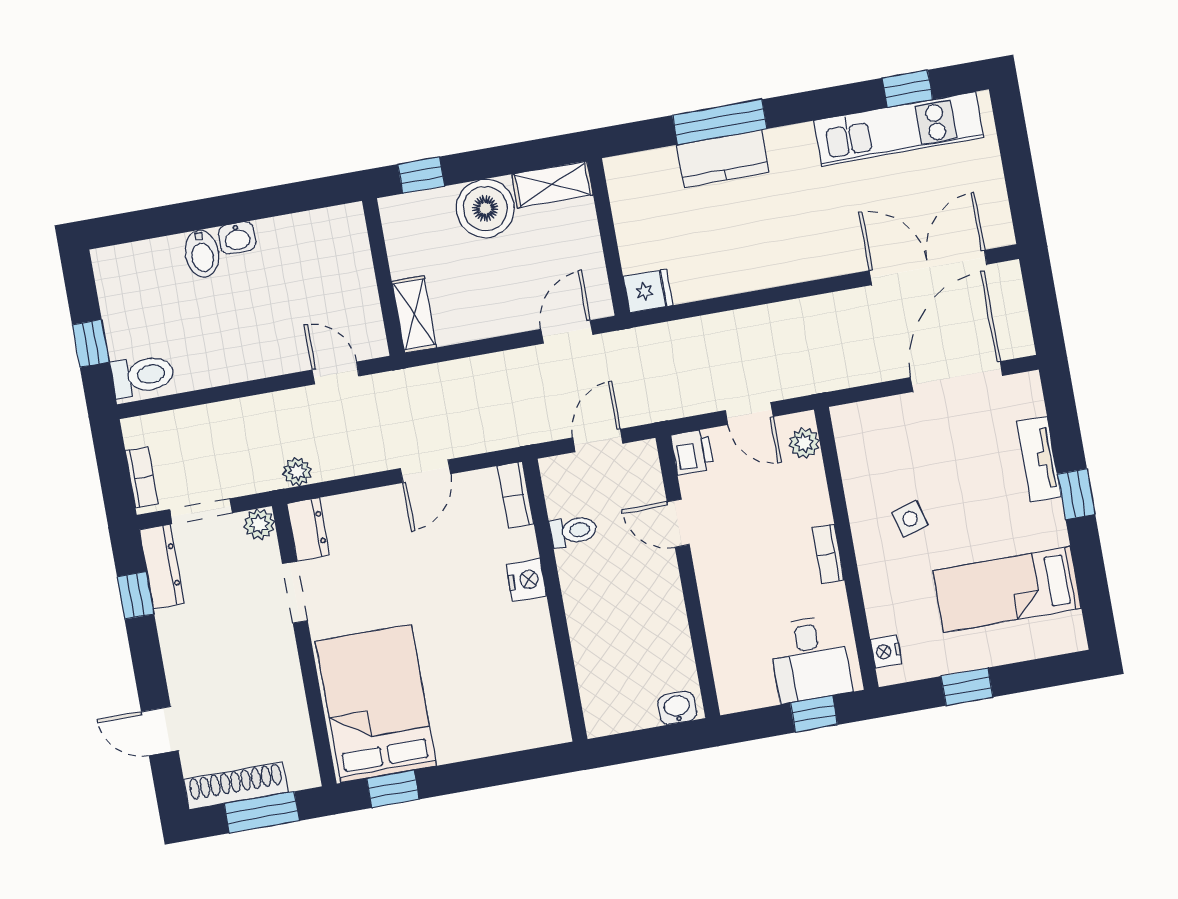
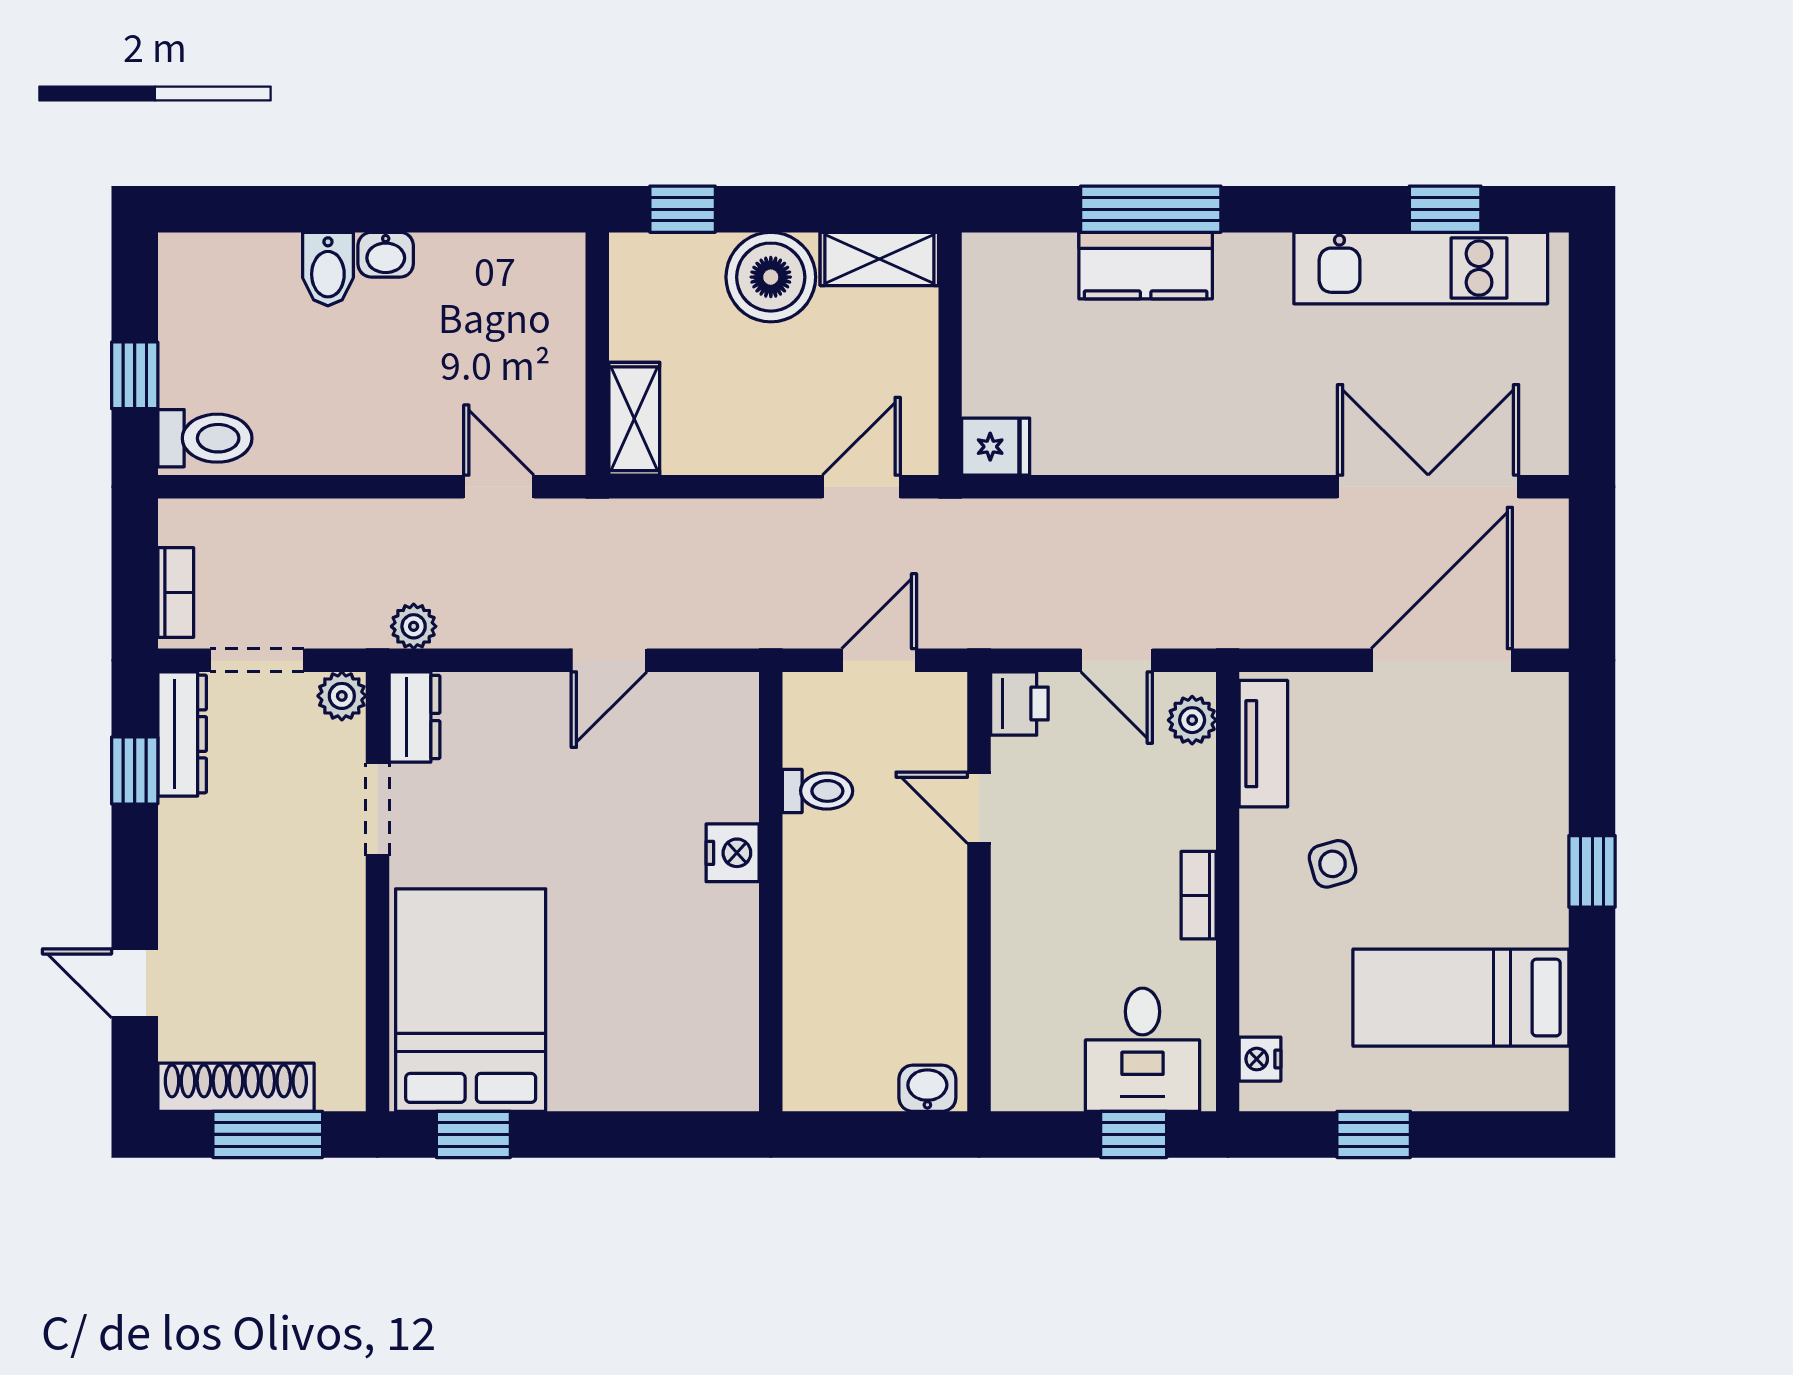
tv unit: (1039, 459) -> (1263, 744), moved, turned 180
bookcase: (516, 495) -> (739, 721), removed

